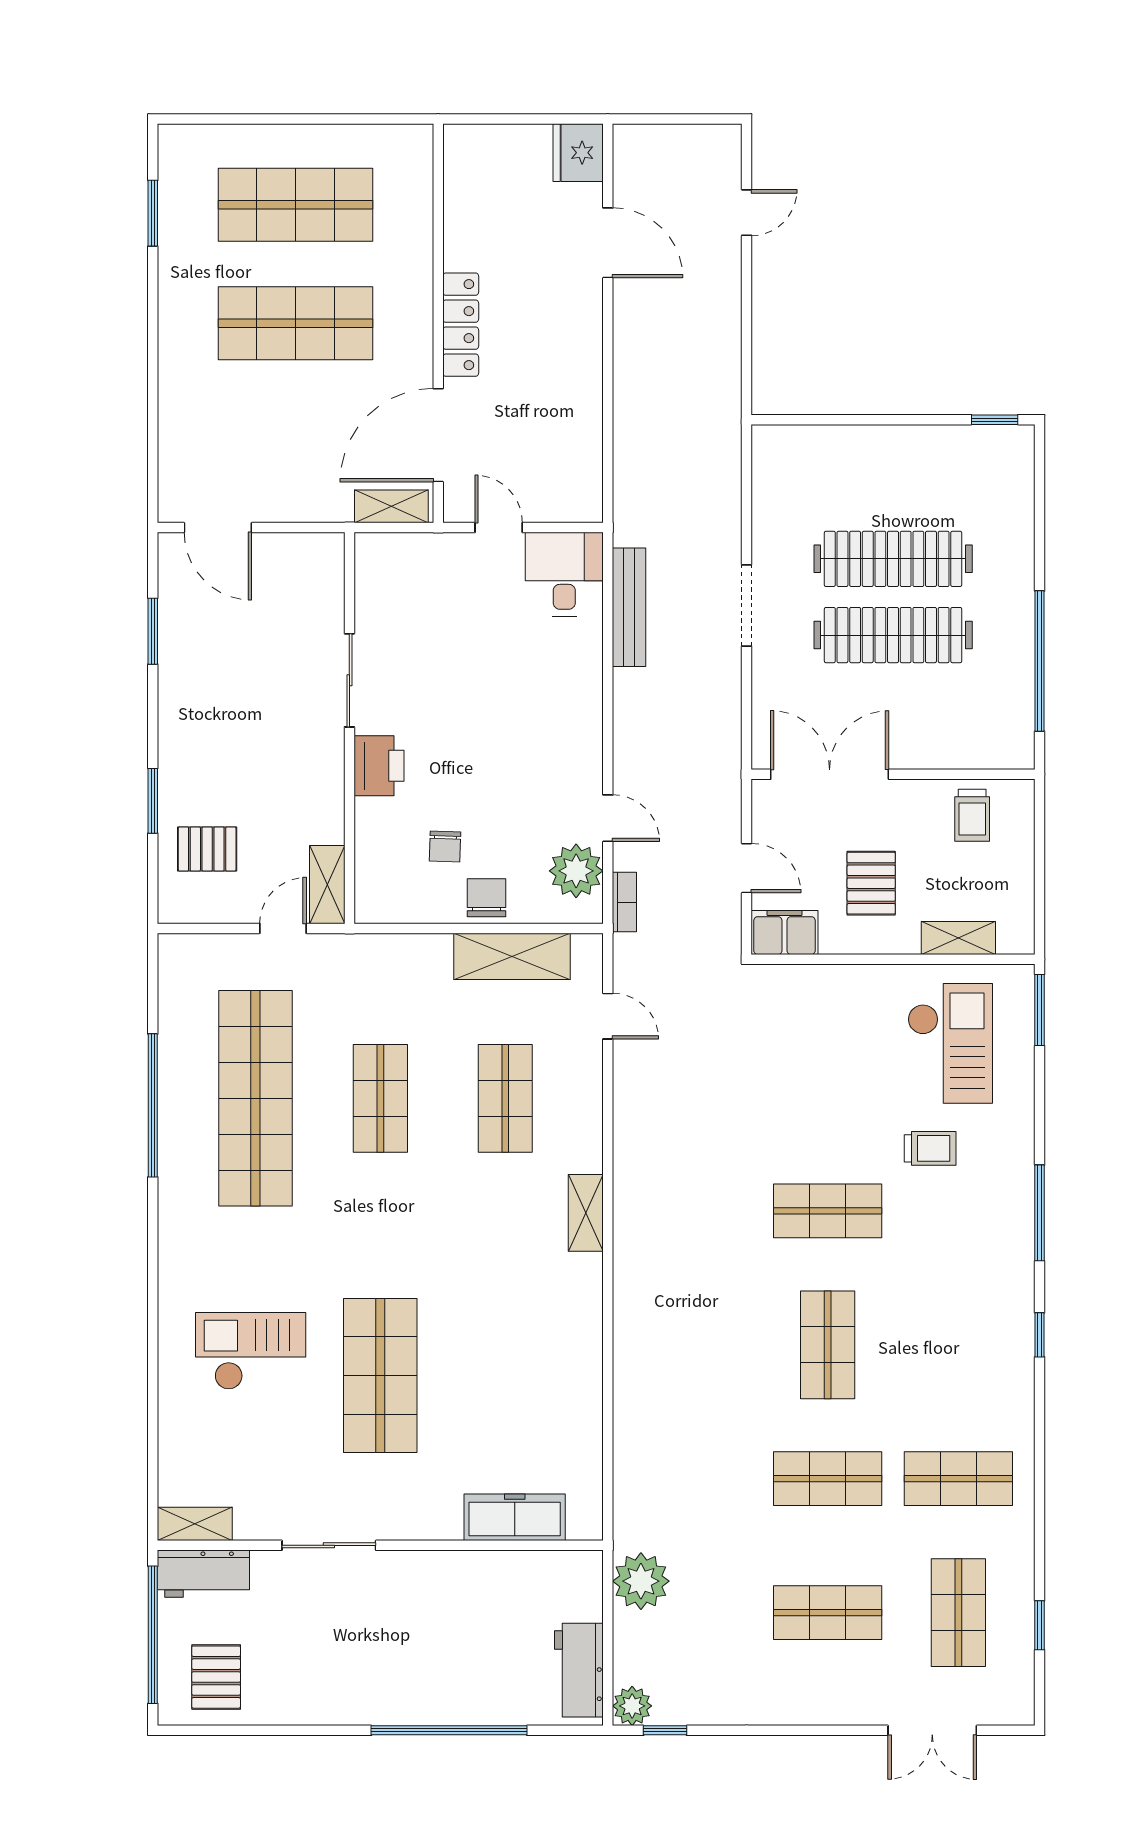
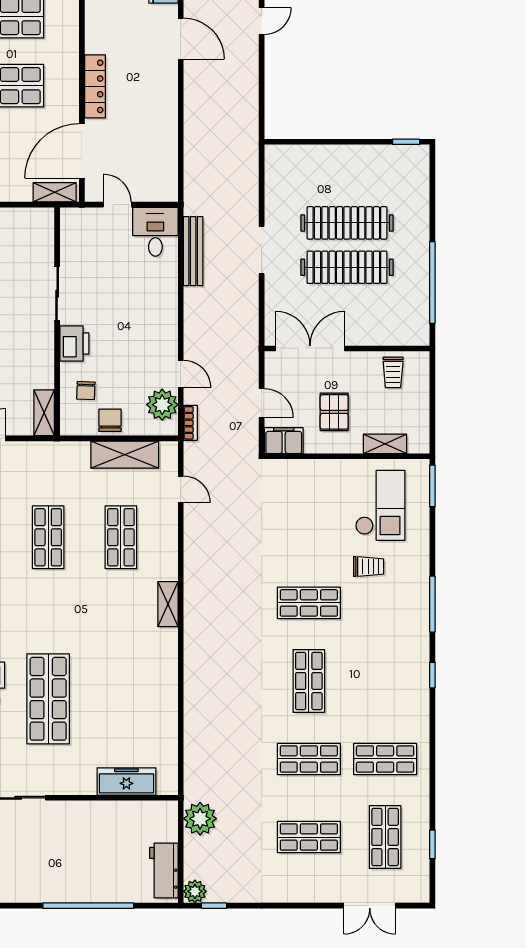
sliding door: (349, 680) -> (57, 294), moved
wall: (349, 728) -> (57, 322), moved
printer: (379, 766) -> (74, 344), moved
shelving: (327, 885) -> (44, 413), moved

